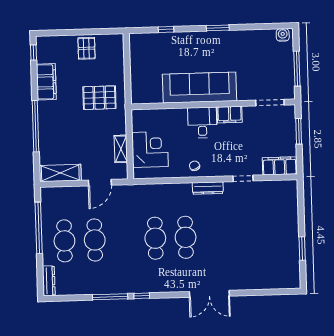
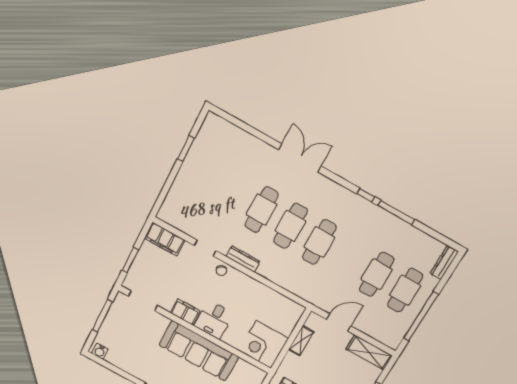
corner desk: (150, 149) -> (264, 344), moved
chair: (195, 166) -> (221, 270), moved
cafe table: (216, 236) -> (262, 210), added

